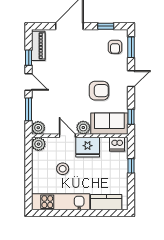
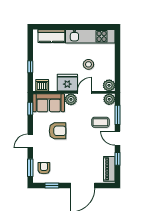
armchair: (99, 91) -> (58, 131), turned 180
coffee table: (49, 101) -> (100, 122), added
door: (67, 136) -> (84, 92), swing flipped

